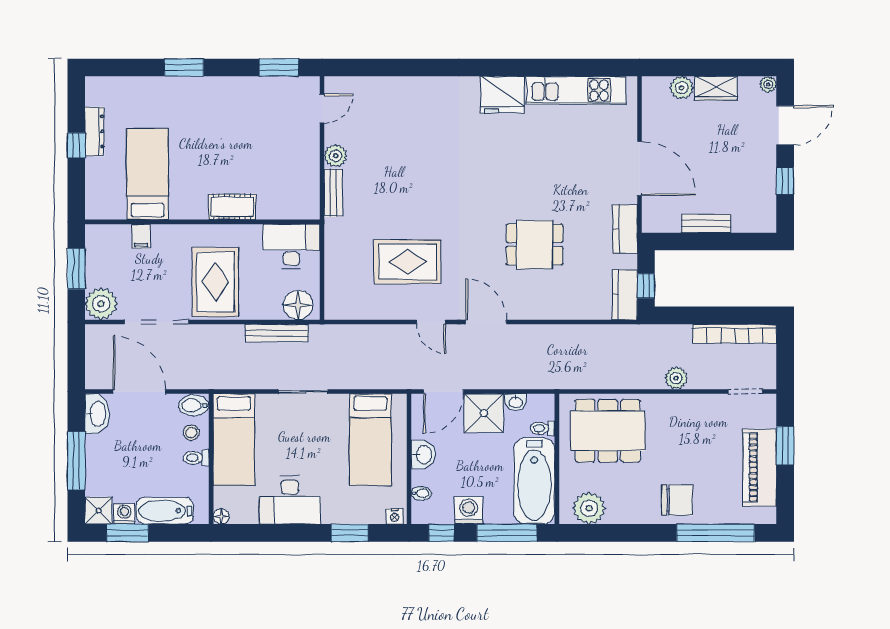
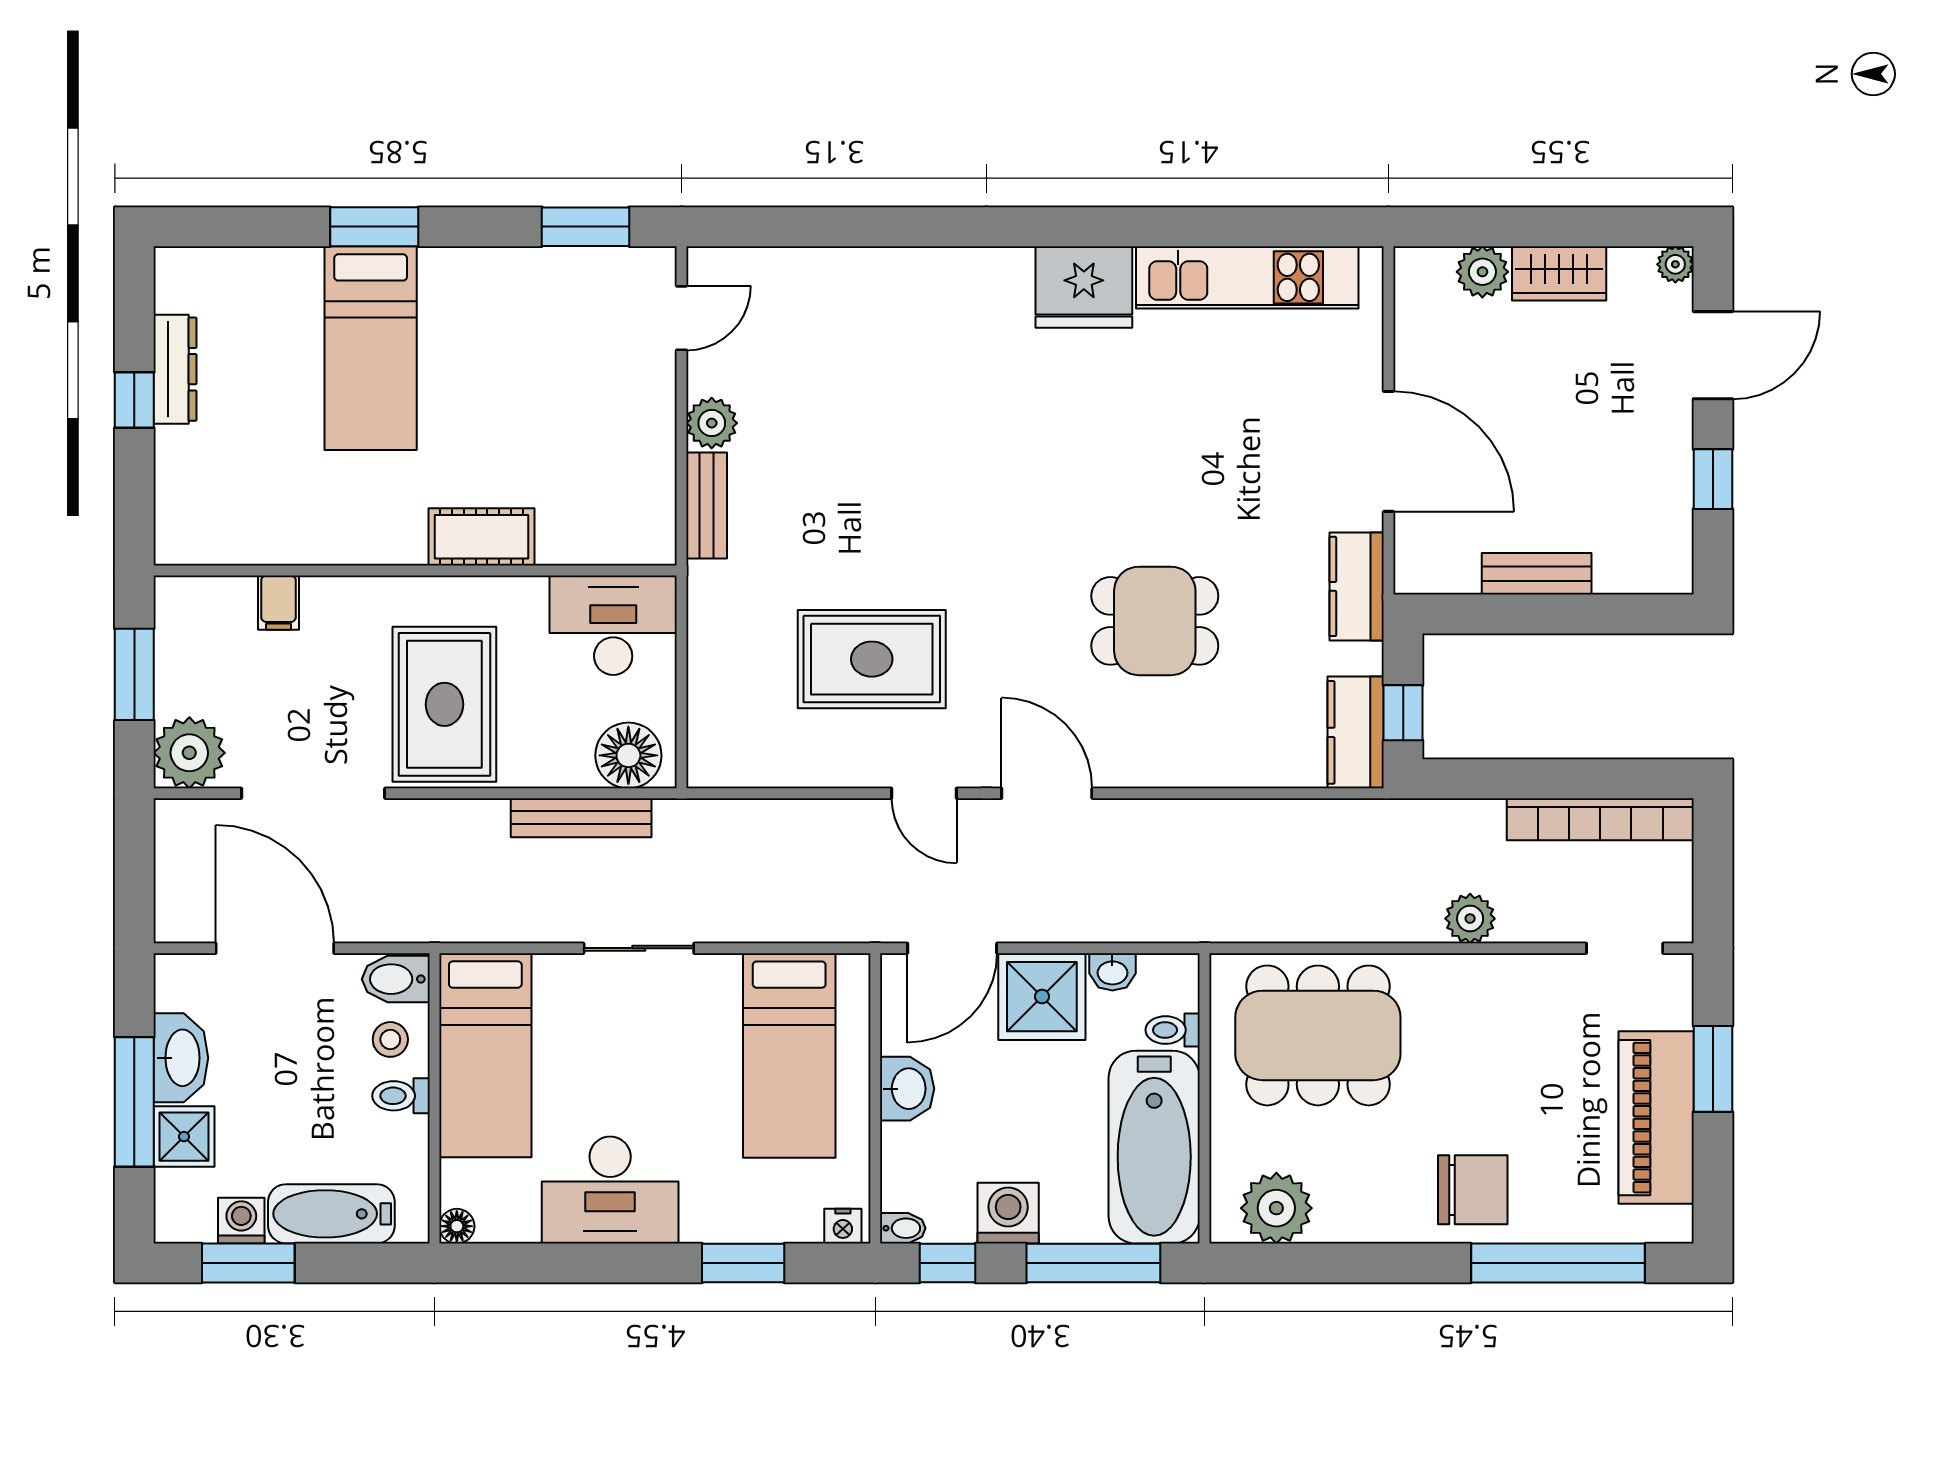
bed: (148, 174) -> (371, 348), moved, turned 180
washbasin: (97, 414) -> (181, 1058), moved
bidet: (421, 493) -> (903, 1228), moved
shower: (99, 511) -> (184, 1137), moved

